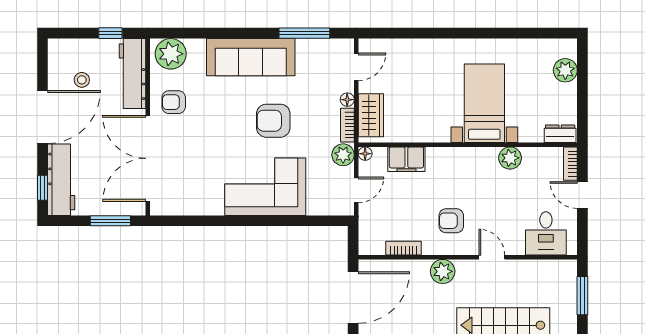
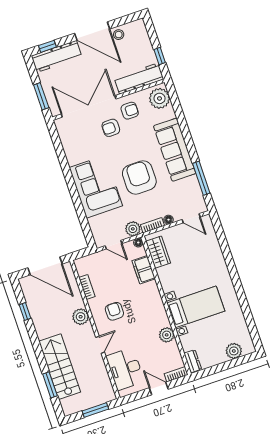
stool: (82, 80) -> (119, 35), moved
armchair: (174, 102) -> (130, 111), turned 90
wardrobe: (371, 115) -> (158, 252), moved, turned -90
armchair: (273, 121) -> (139, 178), width x1.36, depth x1.36
armchair: (189, 137) -> (111, 128), added
door: (582, 195) -> (159, 388), hinge flipped
desk: (546, 233) -> (125, 369), width x1.37

